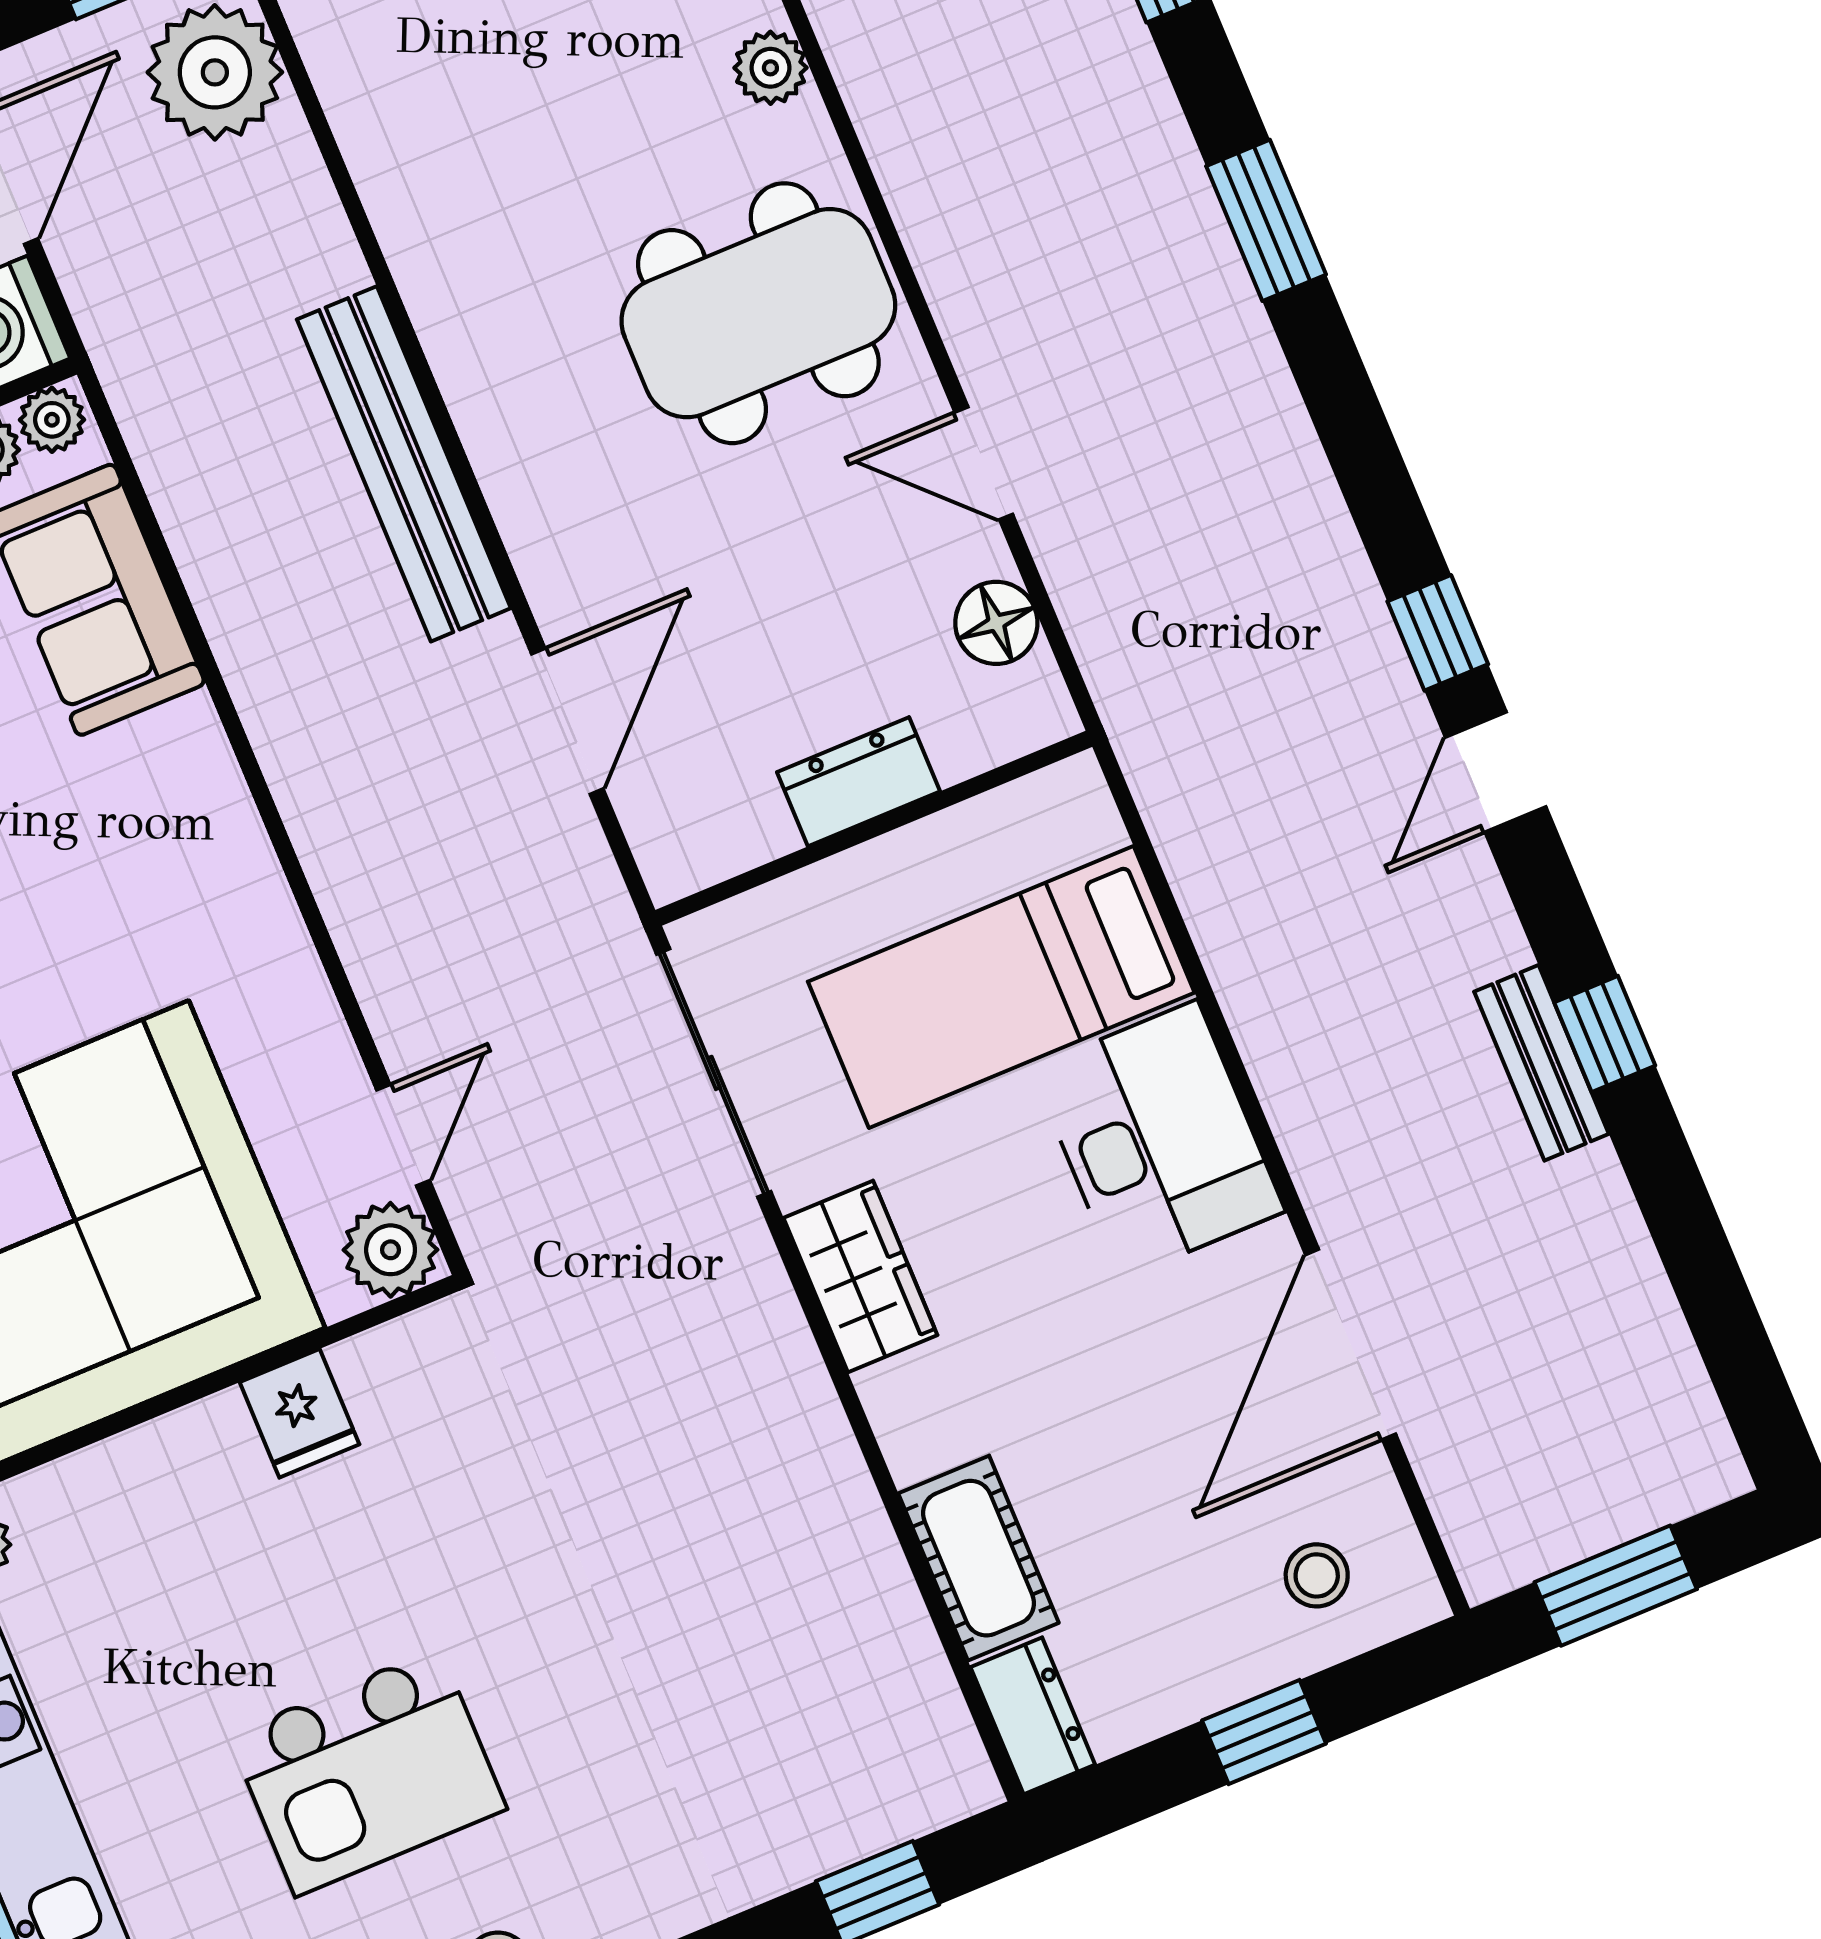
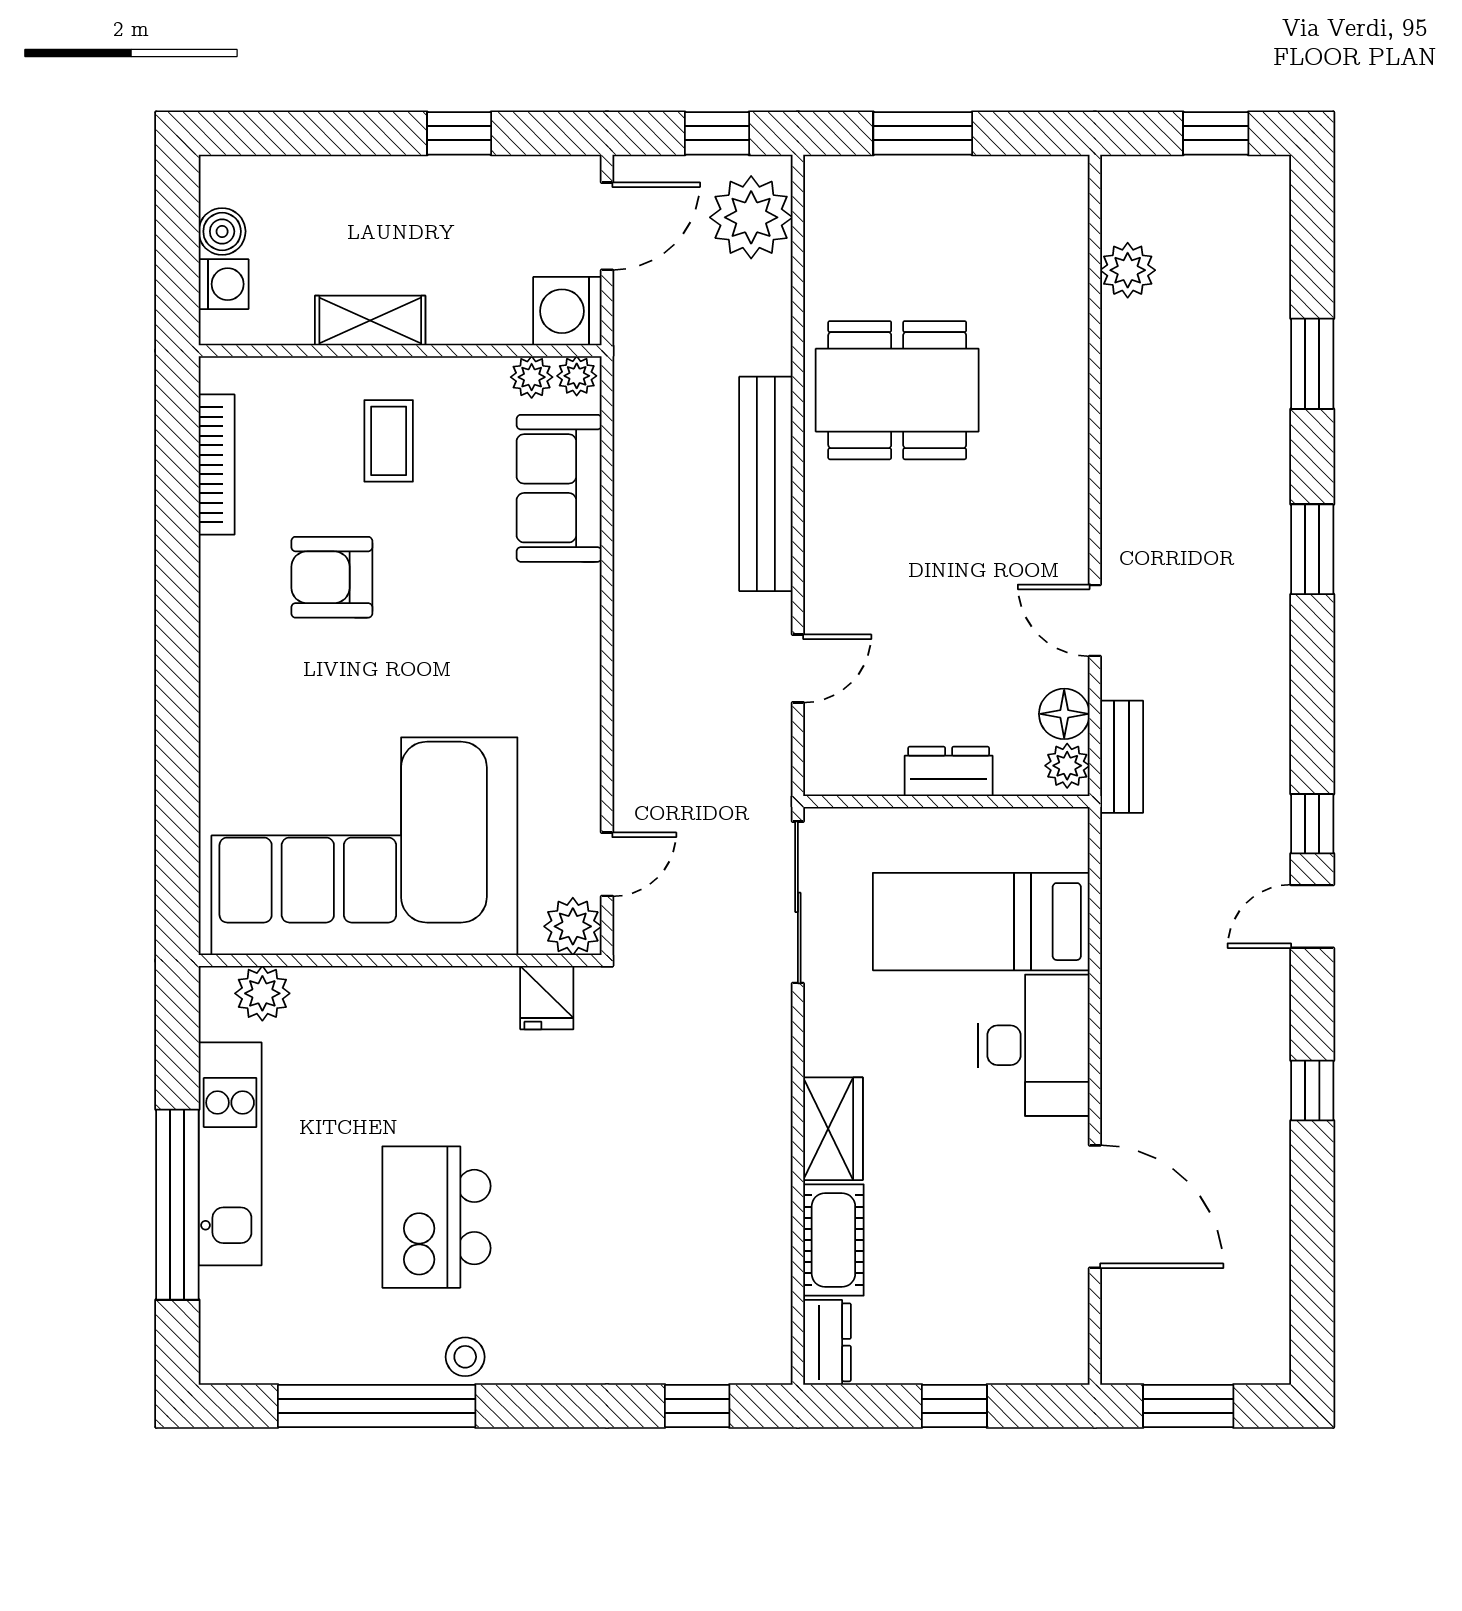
plant: (770, 68) -> (1067, 766), moved
dining table: (758, 313) -> (897, 390), moved
door: (567, 721) -> (798, 669), width x0.73
bench: (1541, 1063) -> (1122, 757), moved
wardrobe: (860, 1276) -> (833, 1129), moved
door: (1351, 1344) -> (1095, 1207), swing flipped
fridge: (299, 1413) -> (547, 998), moved
stool: (1317, 1575) -> (1021, 1330), removed
kitchen island: (367, 1772) -> (436, 1217), turned 90

